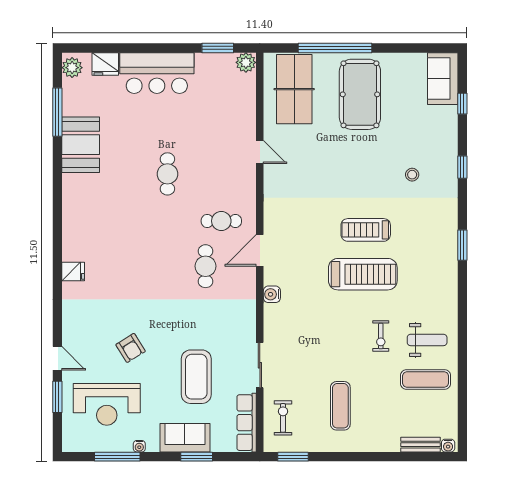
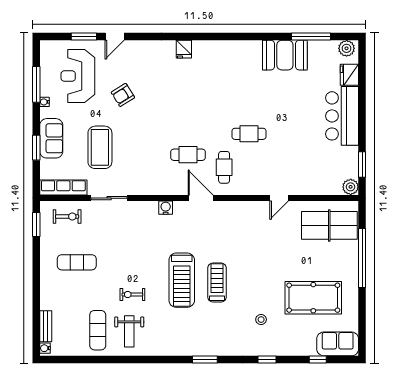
pool table: (360, 94) -> (313, 298), moved
cafe table: (167, 174) -> (249, 134), moved
coffee table: (196, 377) -> (100, 147), turned 90

